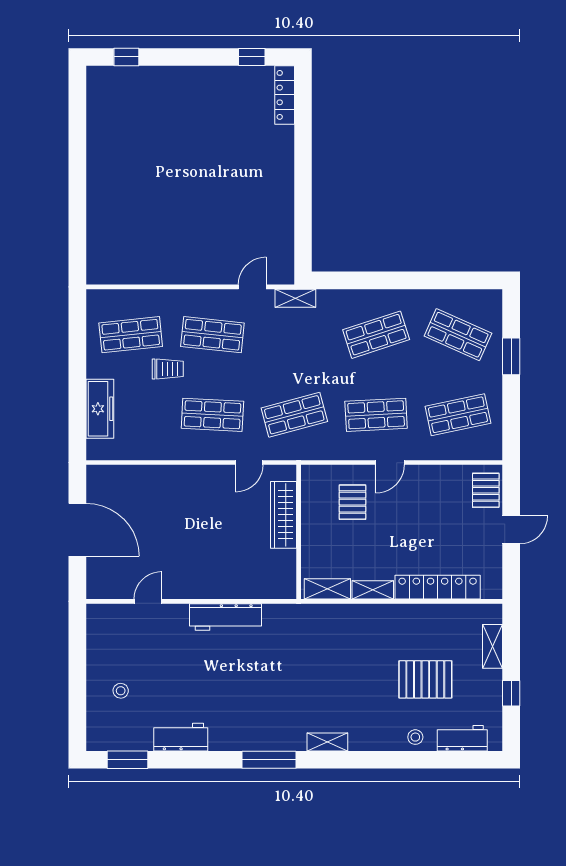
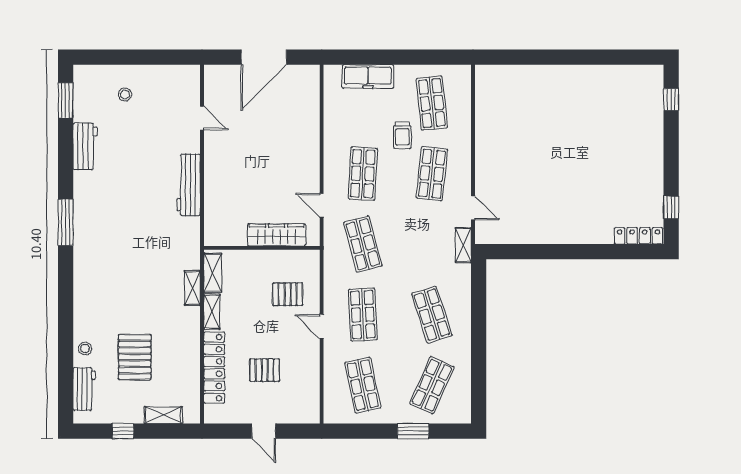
pallet: (486, 490) -> (265, 370), moved
shelving: (327, 742) -> (192, 288), moved

